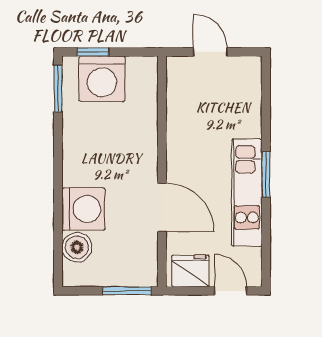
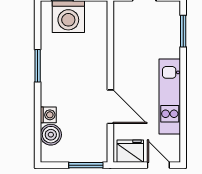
window: (58, 89) -> (38, 66), moved
window: (266, 175) -> (183, 31), moved
washing machine: (83, 209) -> (48, 115), width x0.53, depth x0.53

